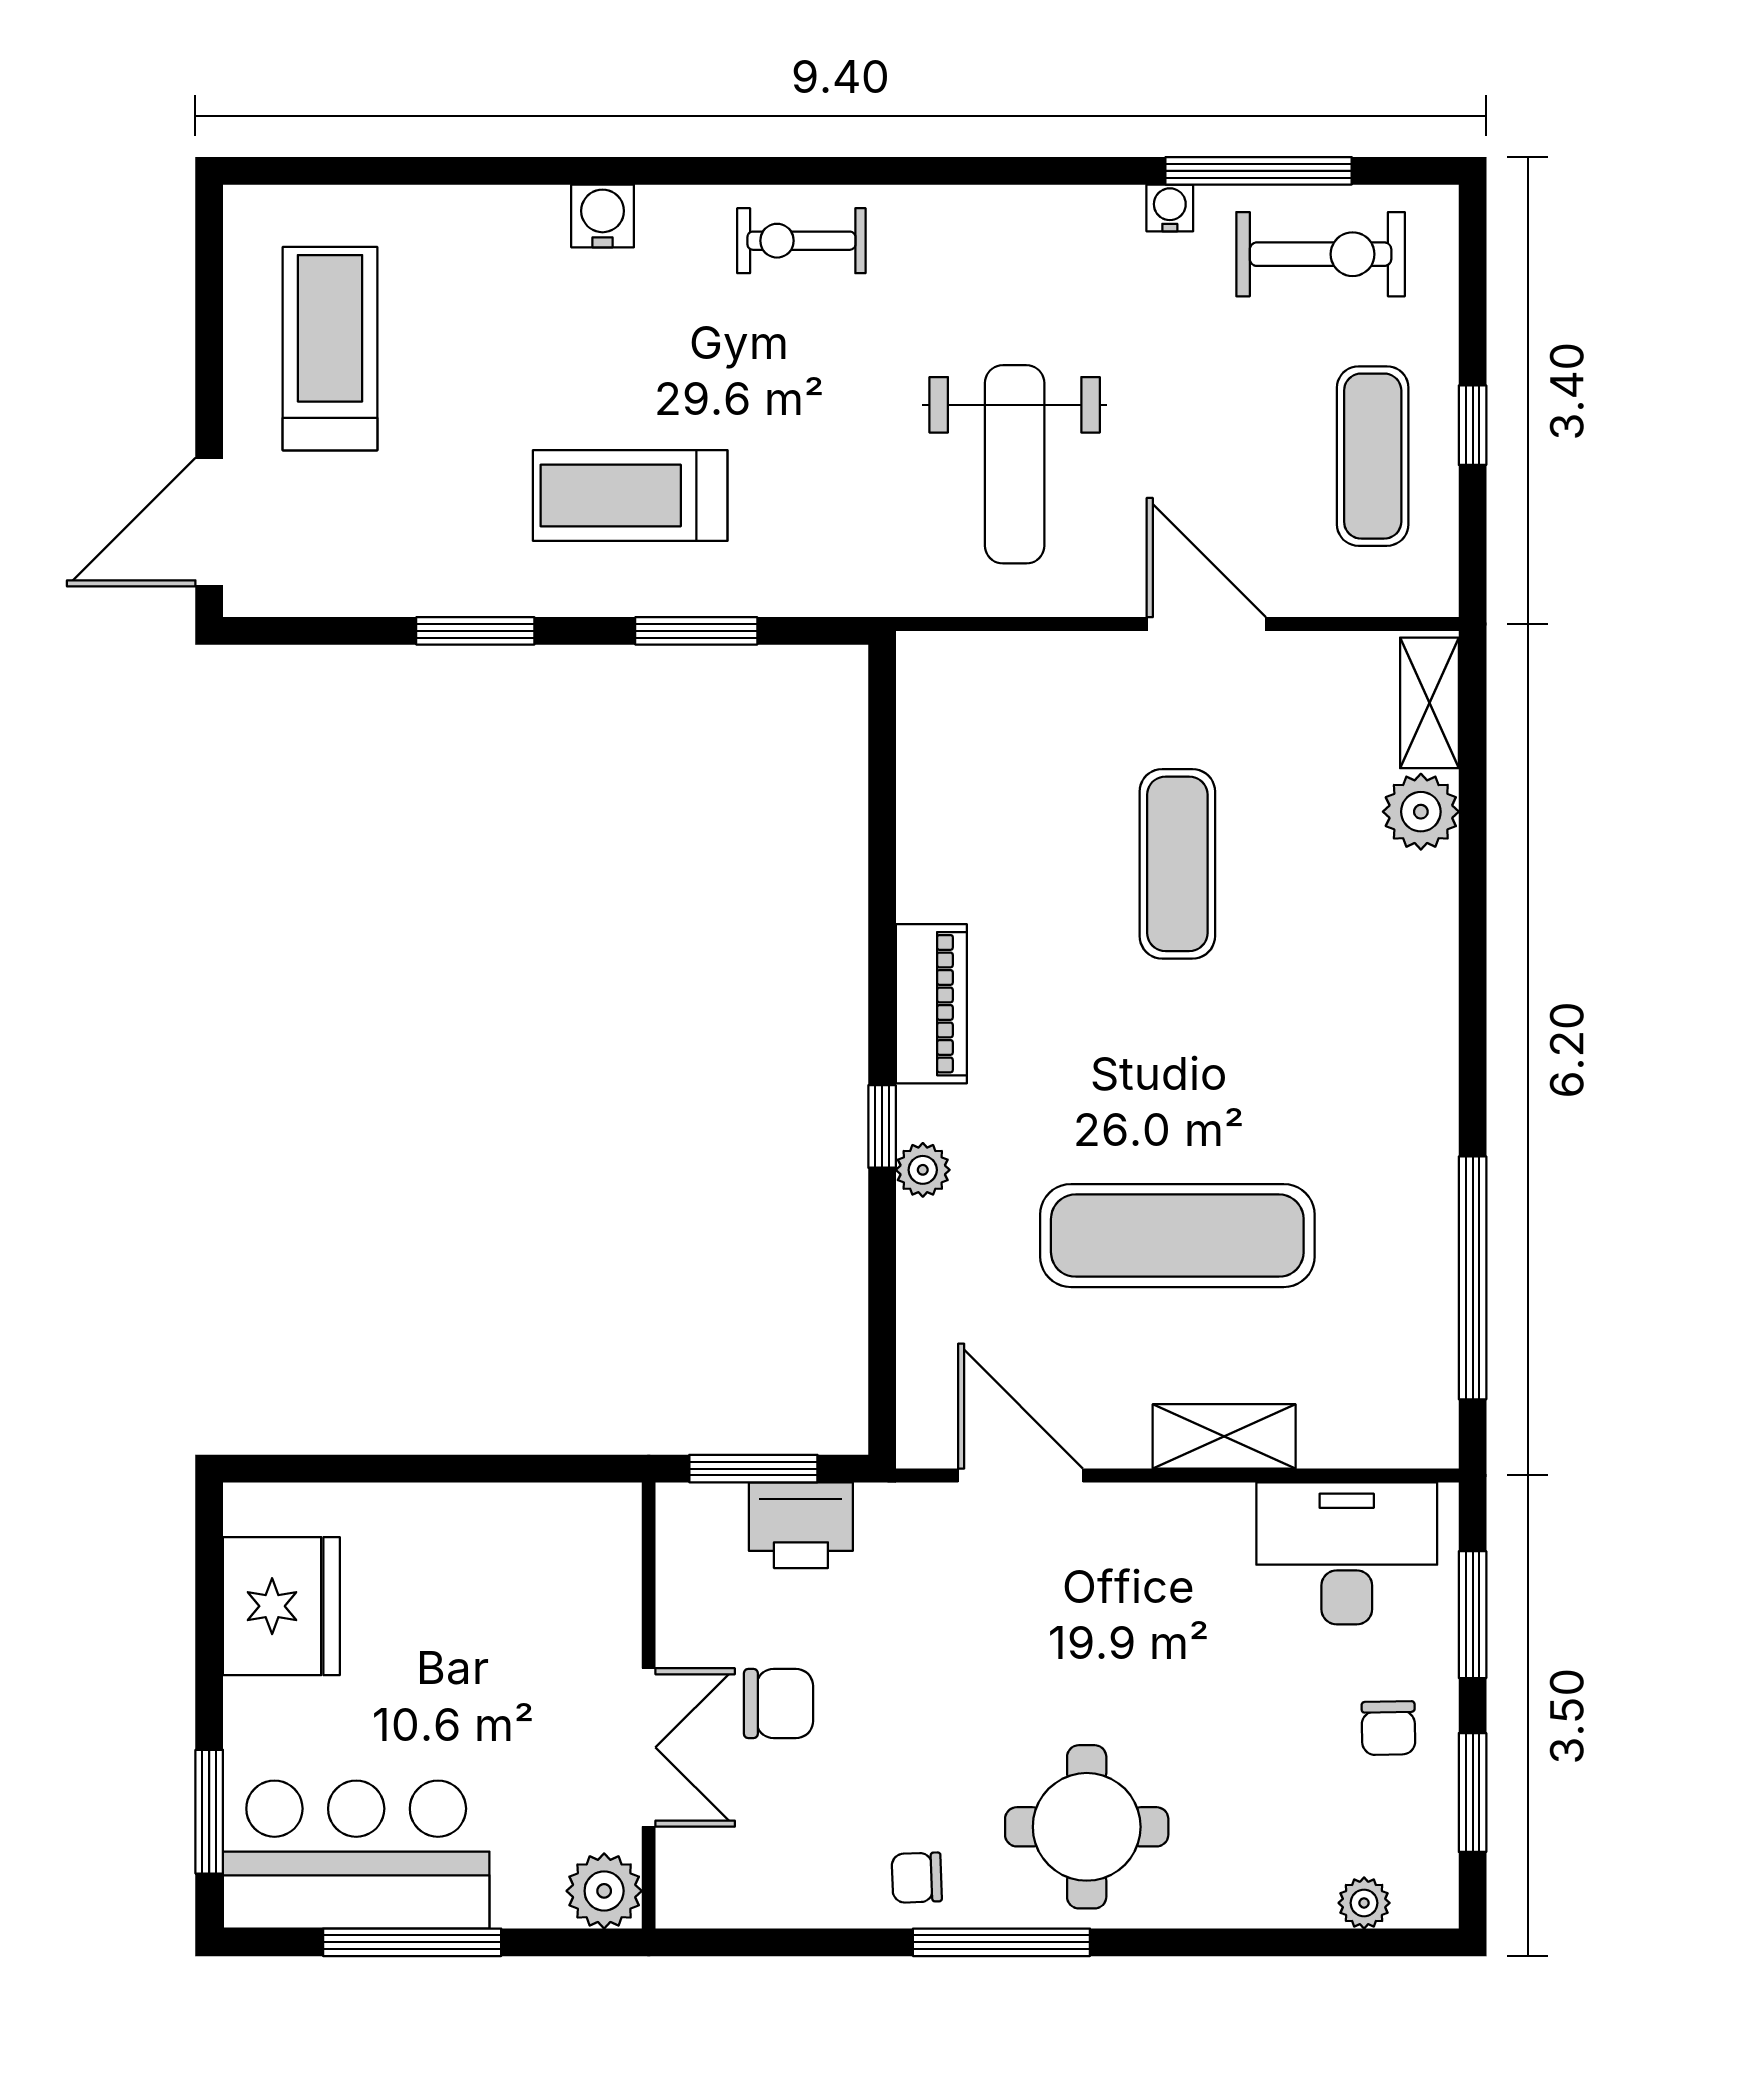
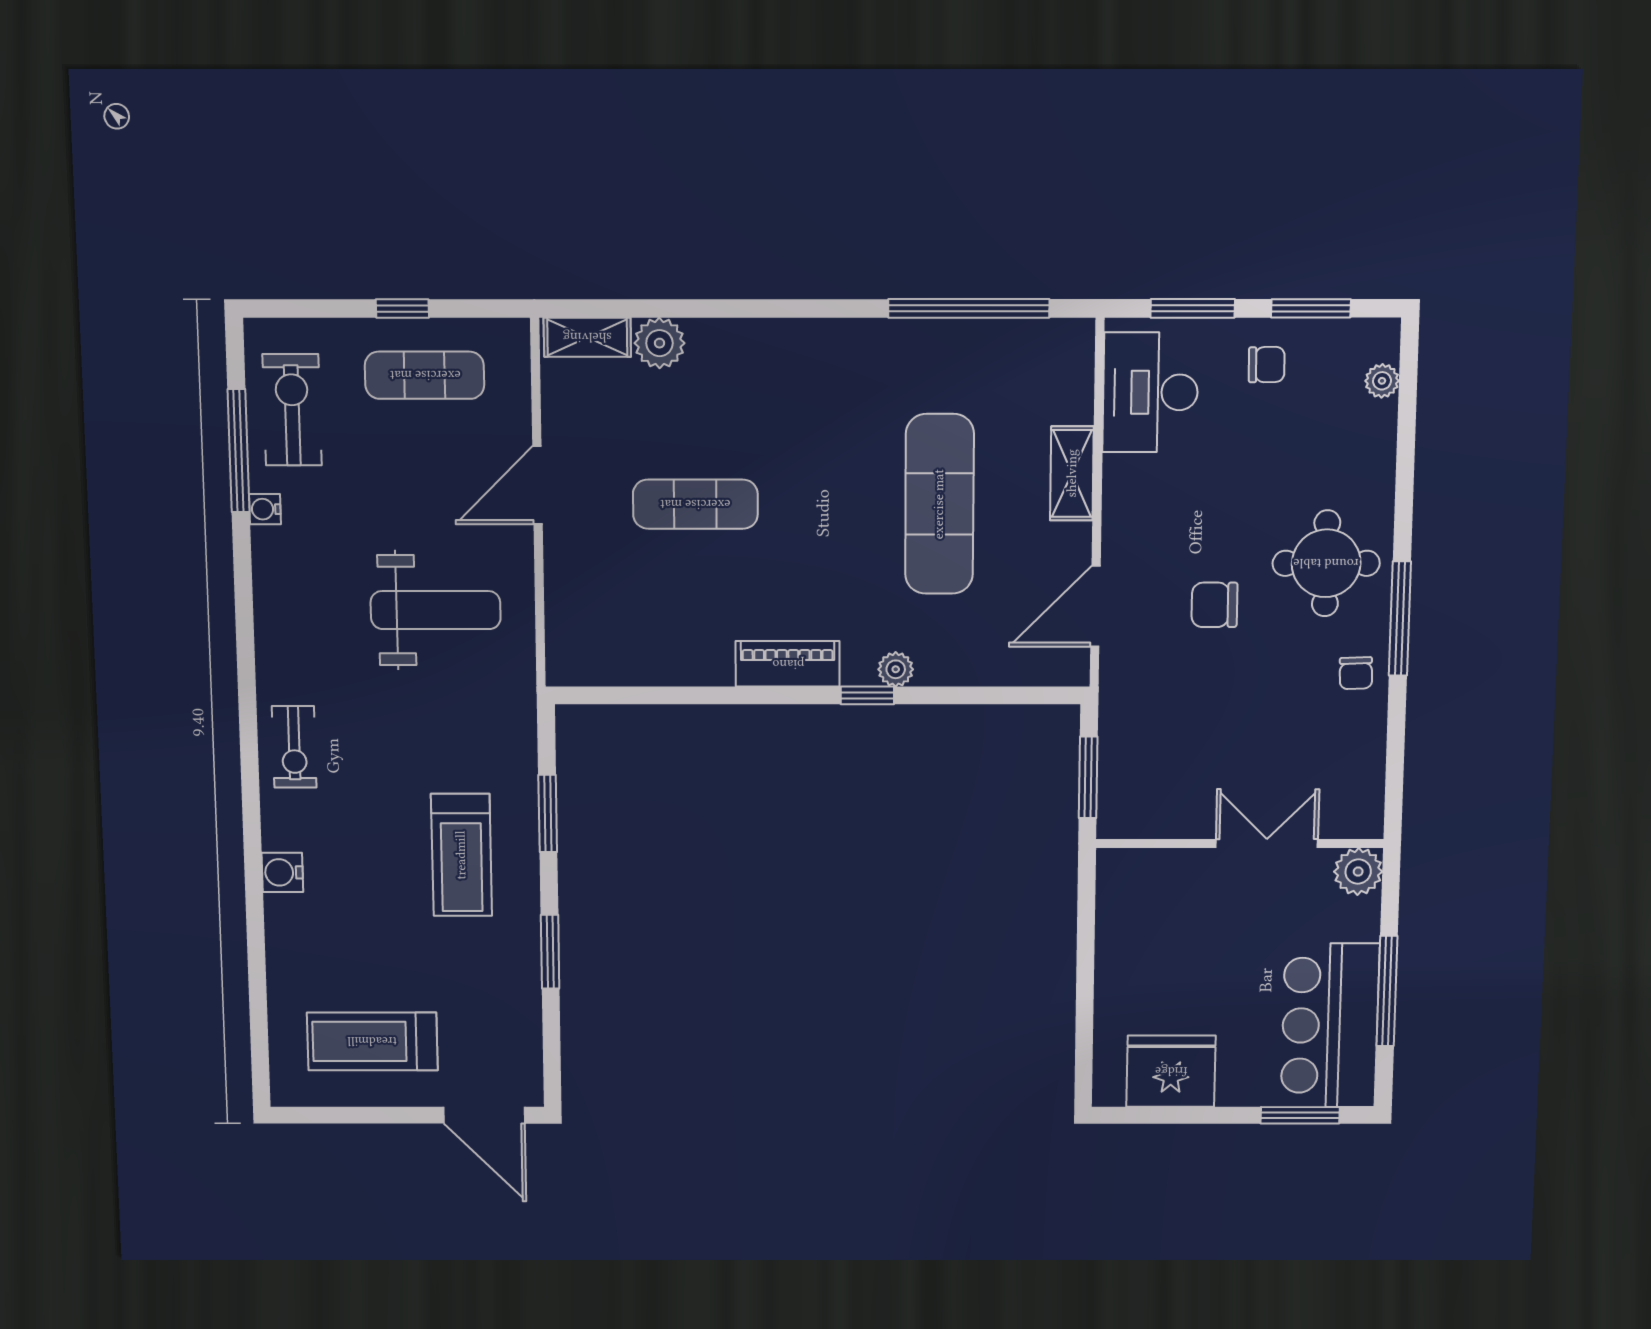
printer: (801, 1525) -> (1125, 747), removed
chair: (779, 1704) -> (1214, 605), moved, turned -90

